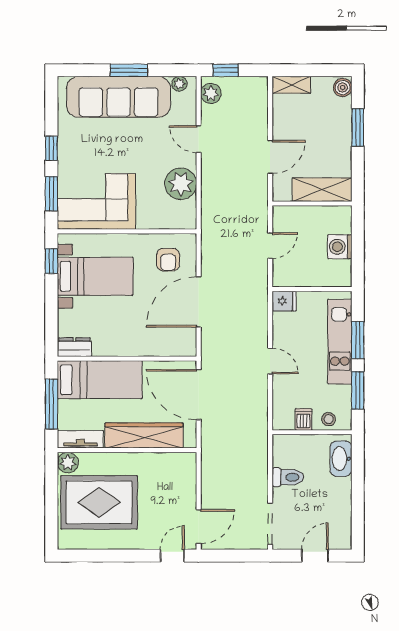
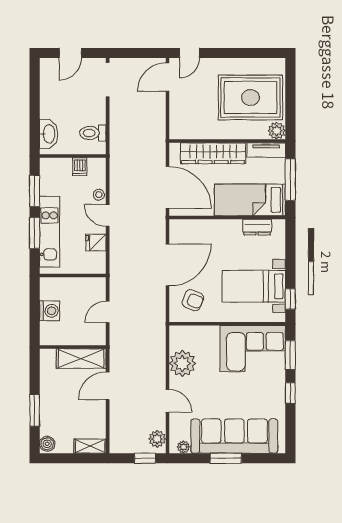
shelving: (322, 190) -> (81, 359), moved
armchair: (168, 260) -> (193, 300), turned 111
fridge: (284, 301) -> (96, 243), moved
dresser: (74, 347) -> (257, 227), moved
stool: (329, 419) -> (99, 195), moved
toilet: (288, 477) -> (93, 133), moved

